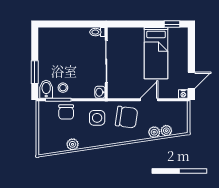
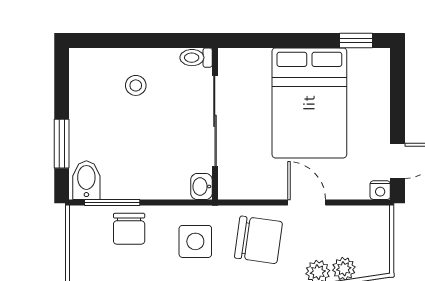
bed: (156, 53) -> (309, 103), width x1.50
stool: (63, 88) -> (136, 85), moved
door: (149, 100) -> (307, 203), hinge flipped

